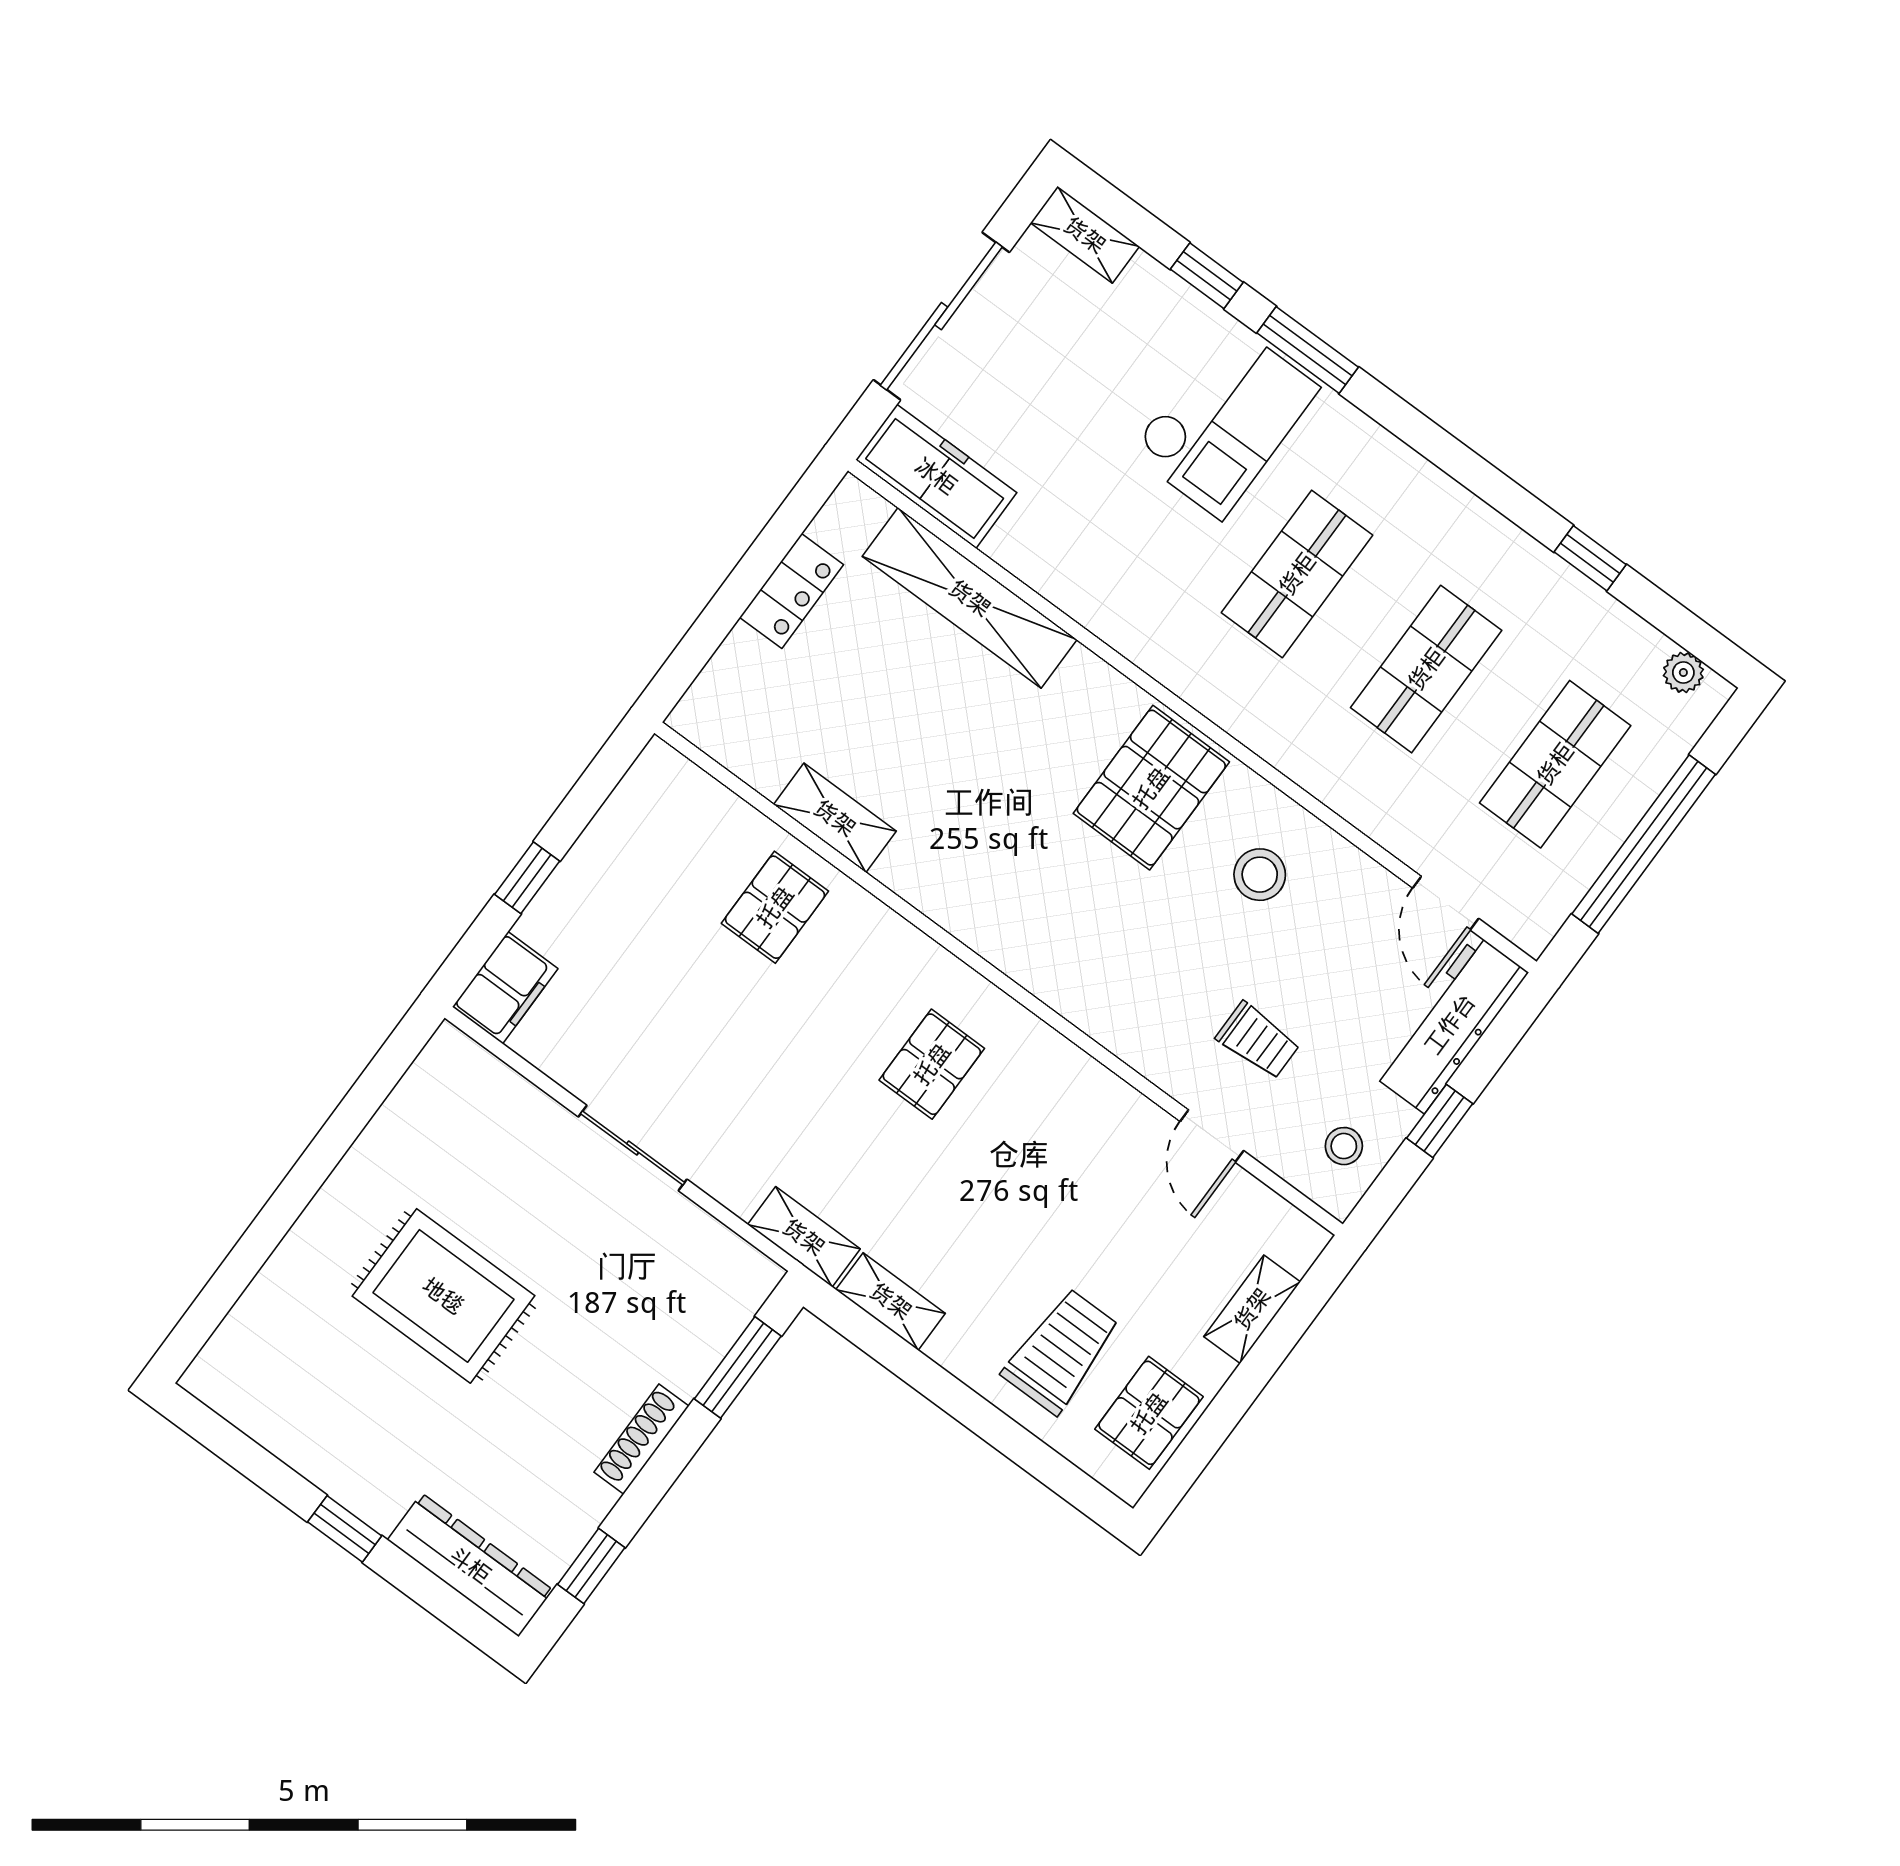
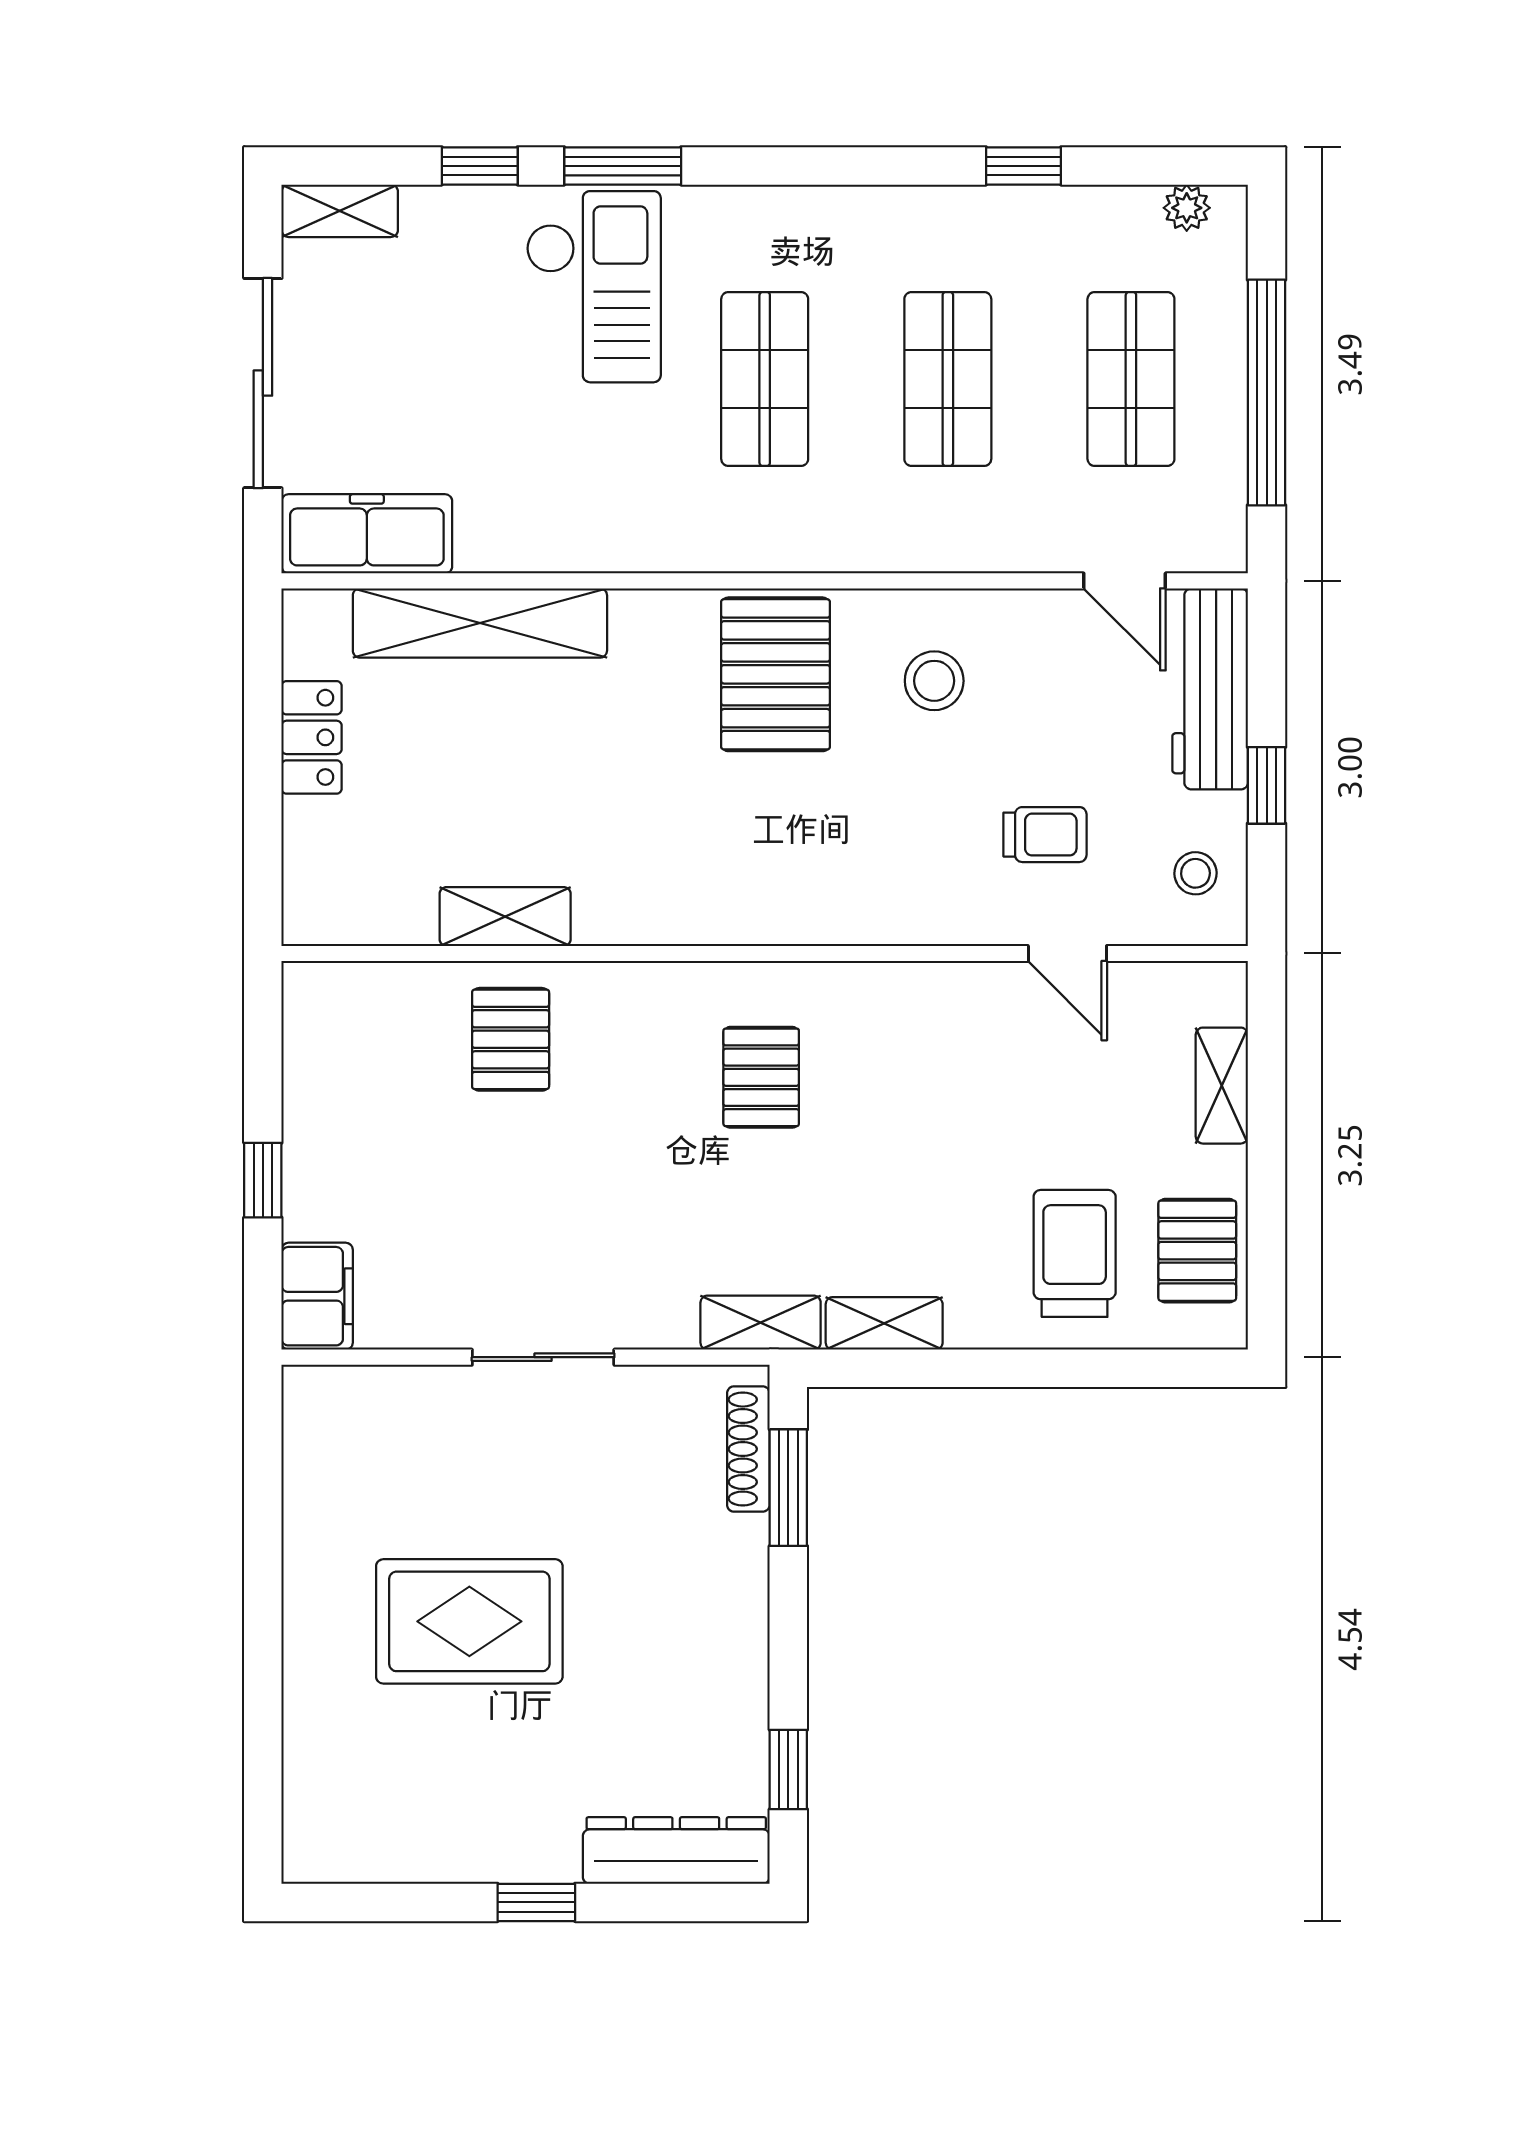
shoe rack: (641, 1439) -> (748, 1449), moved

